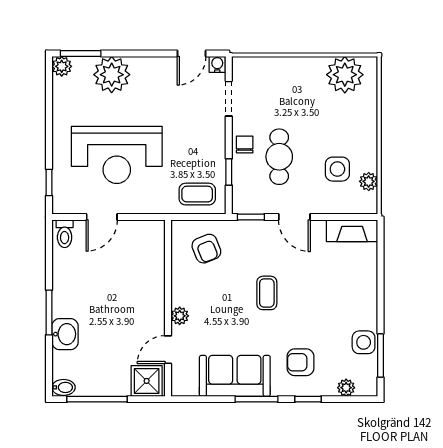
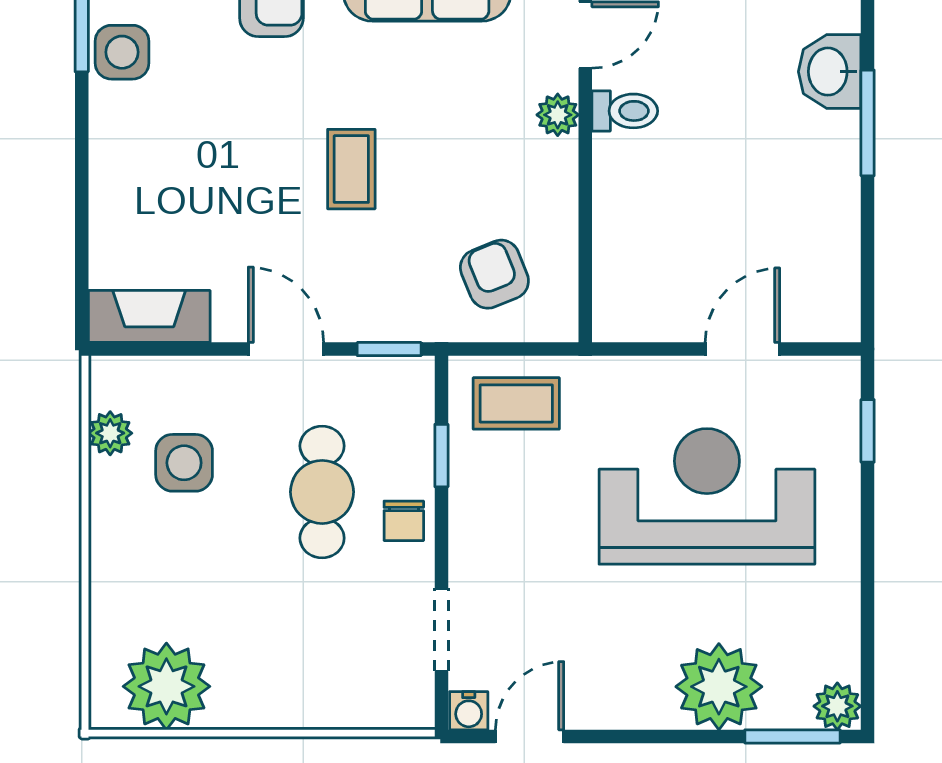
toilet: (65, 234) -> (625, 111), moved, turned 90

